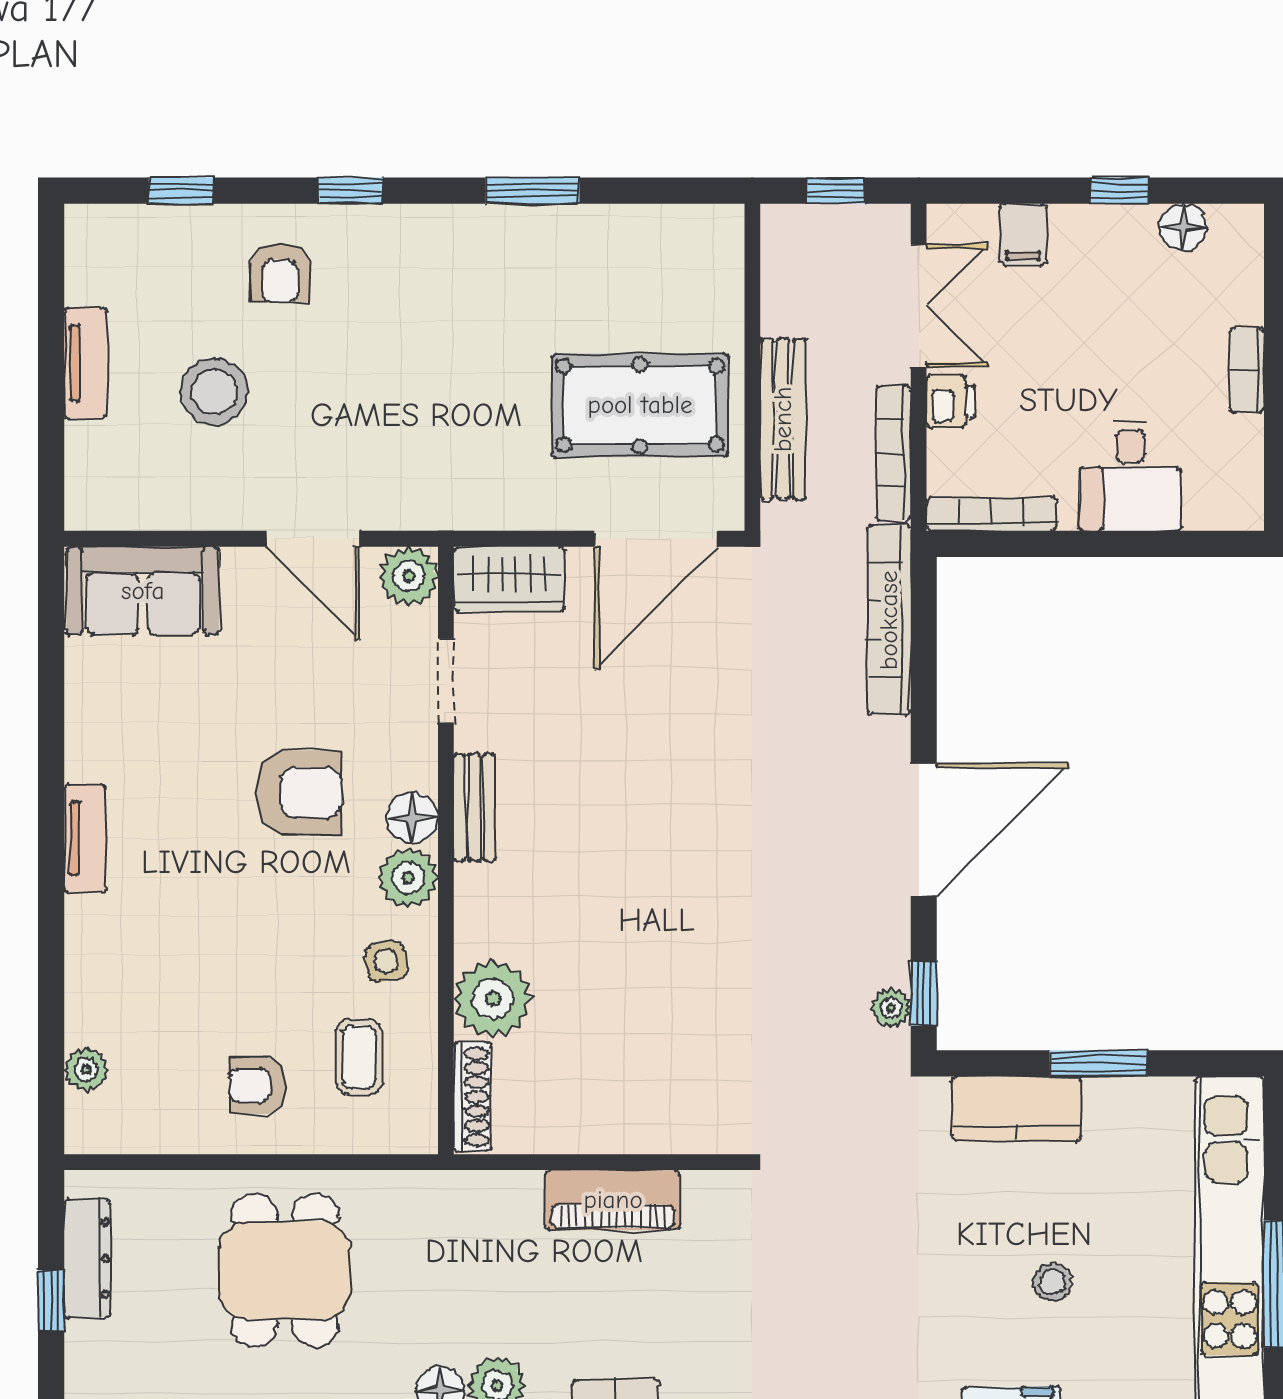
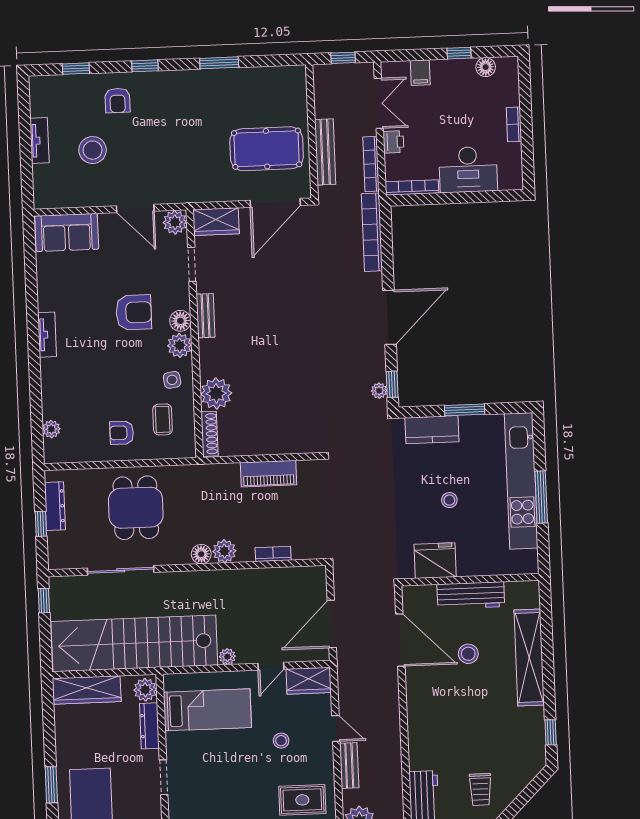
desk: (1130, 476) -> (468, 169), width x1.37

